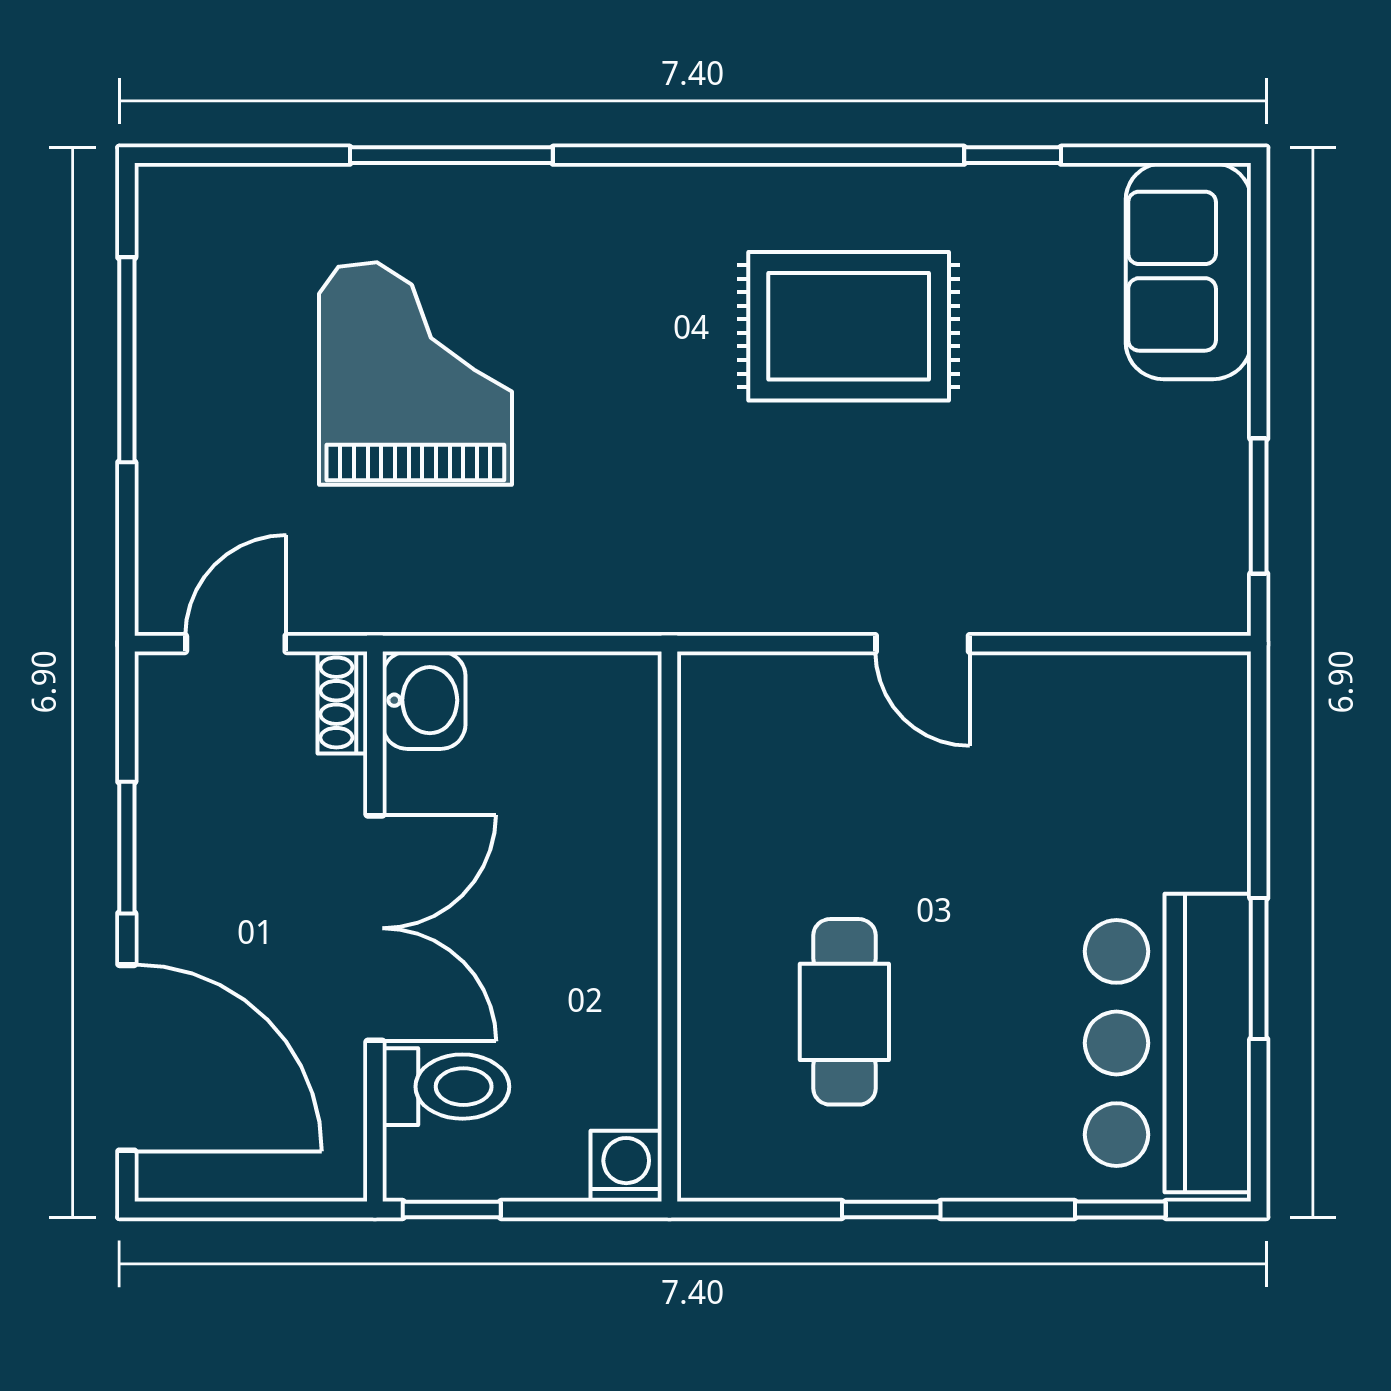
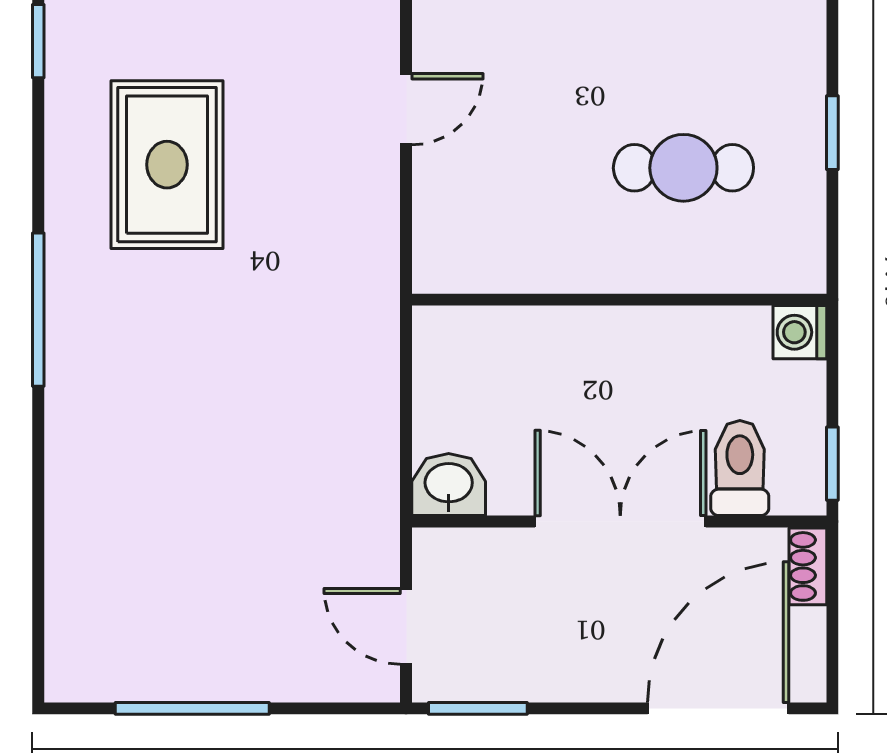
window: (451, 155) -> (38, 310), moved
grand piano: (415, 374) -> (203, 491), removed
shoe rack: (342, 702) -> (808, 566), moved, turned 90
window: (127, 848) -> (478, 708), moved

